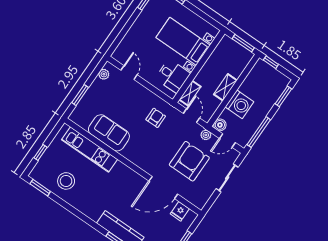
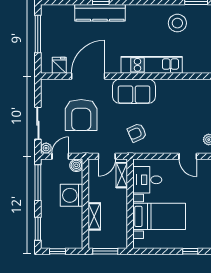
window: (271, 62) -> (58, 251), moved
shelving: (225, 87) -> (94, 216), moved
door: (192, 116) -> (107, 156), hinge flipped
armchair: (156, 118) -> (137, 133), turned 66
sofa: (109, 133) -> (134, 91), moved
plant: (206, 135) -> (46, 148), moved
kitchen unit: (89, 149) -> (152, 65), moved

